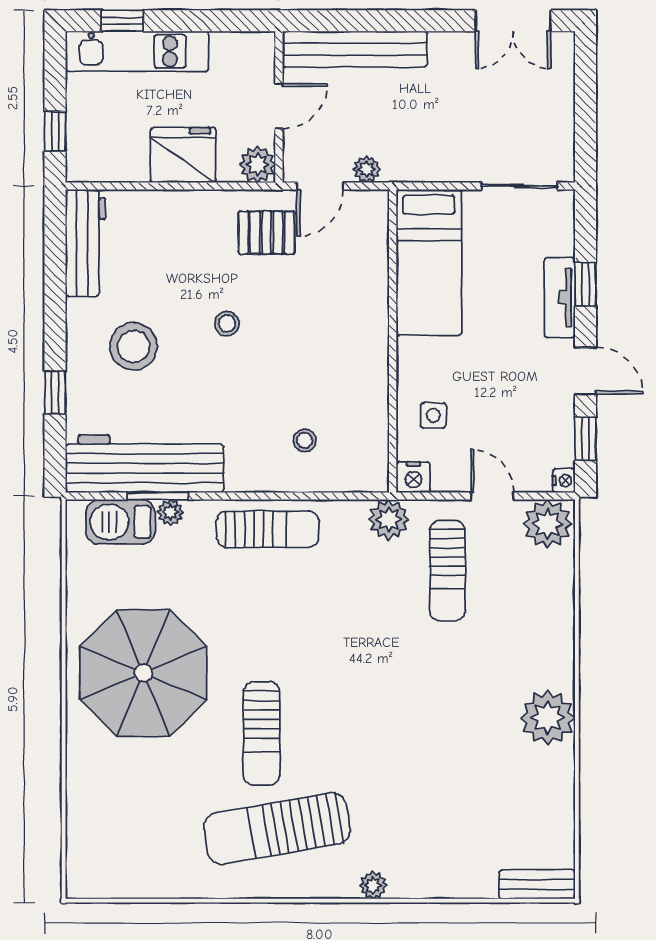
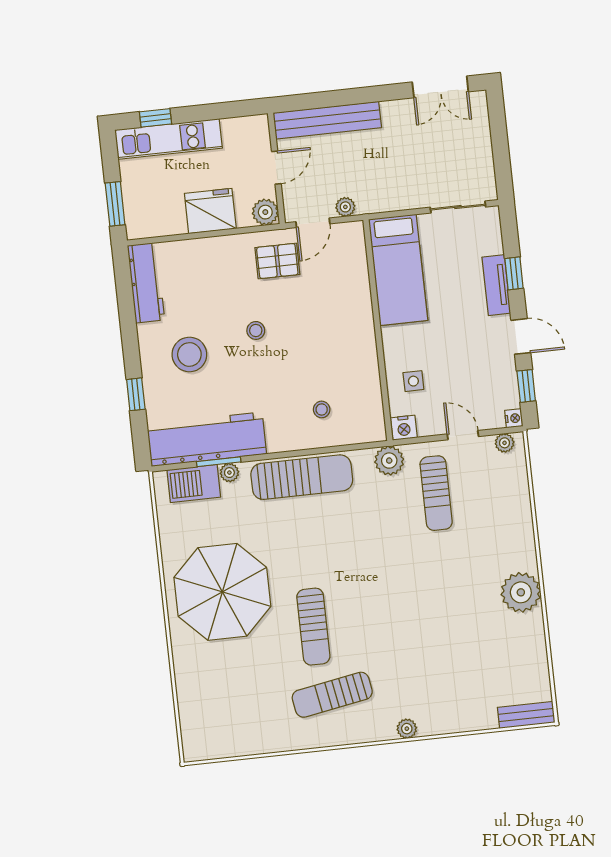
window: (55, 131) -> (115, 204), width x1.50
plant: (548, 524) -> (505, 443), width x0.53, depth x0.53
sun lounger: (268, 529) -> (302, 477), width x1.36, depth x1.34
sun lounger: (277, 828) -> (332, 695), width x0.73, depth x0.75

